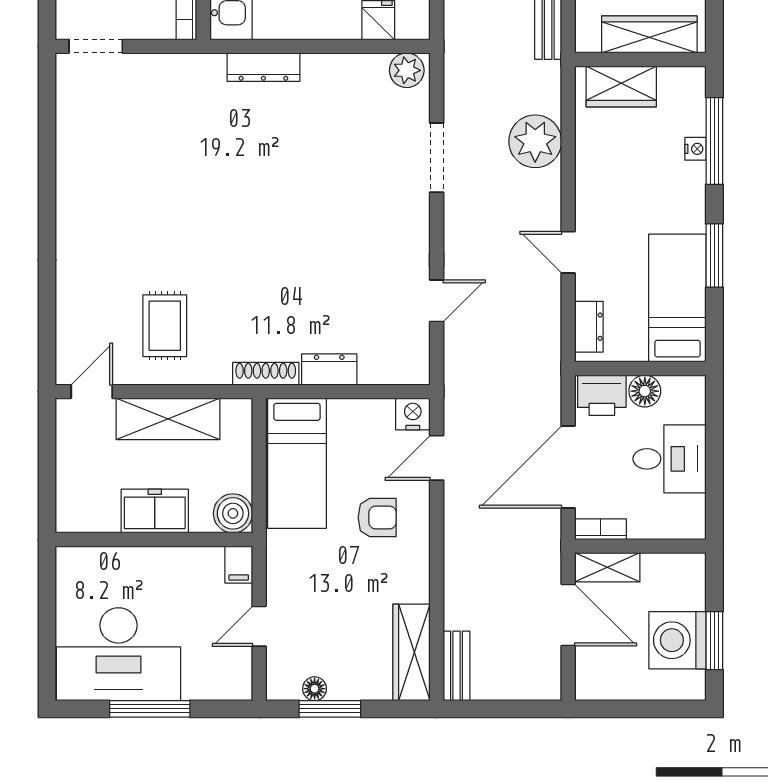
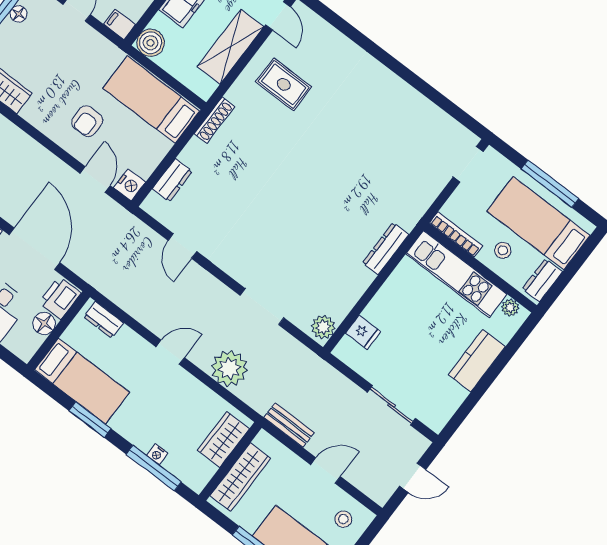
door: (568, 252) -> (170, 352), moved
dresser: (329, 369) -> (172, 180), moved

